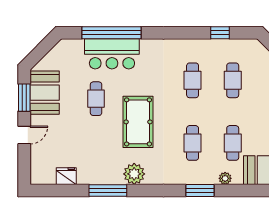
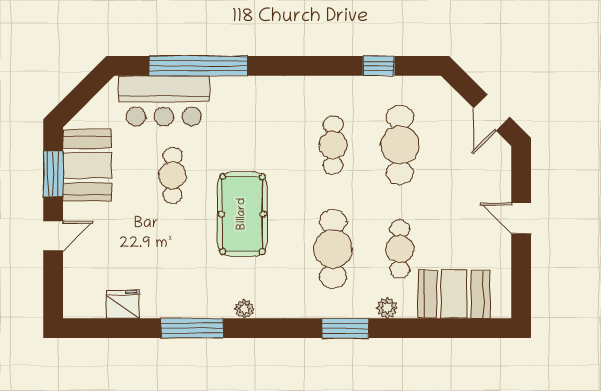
bar counter: (112, 54) -> (164, 101), moved
cafe table: (233, 80) -> (400, 145), width x1.37, depth x1.35
cafe table: (193, 143) -> (333, 249), width x1.37, depth x1.35
plant: (134, 174) -> (244, 309), width x0.53, depth x0.53

